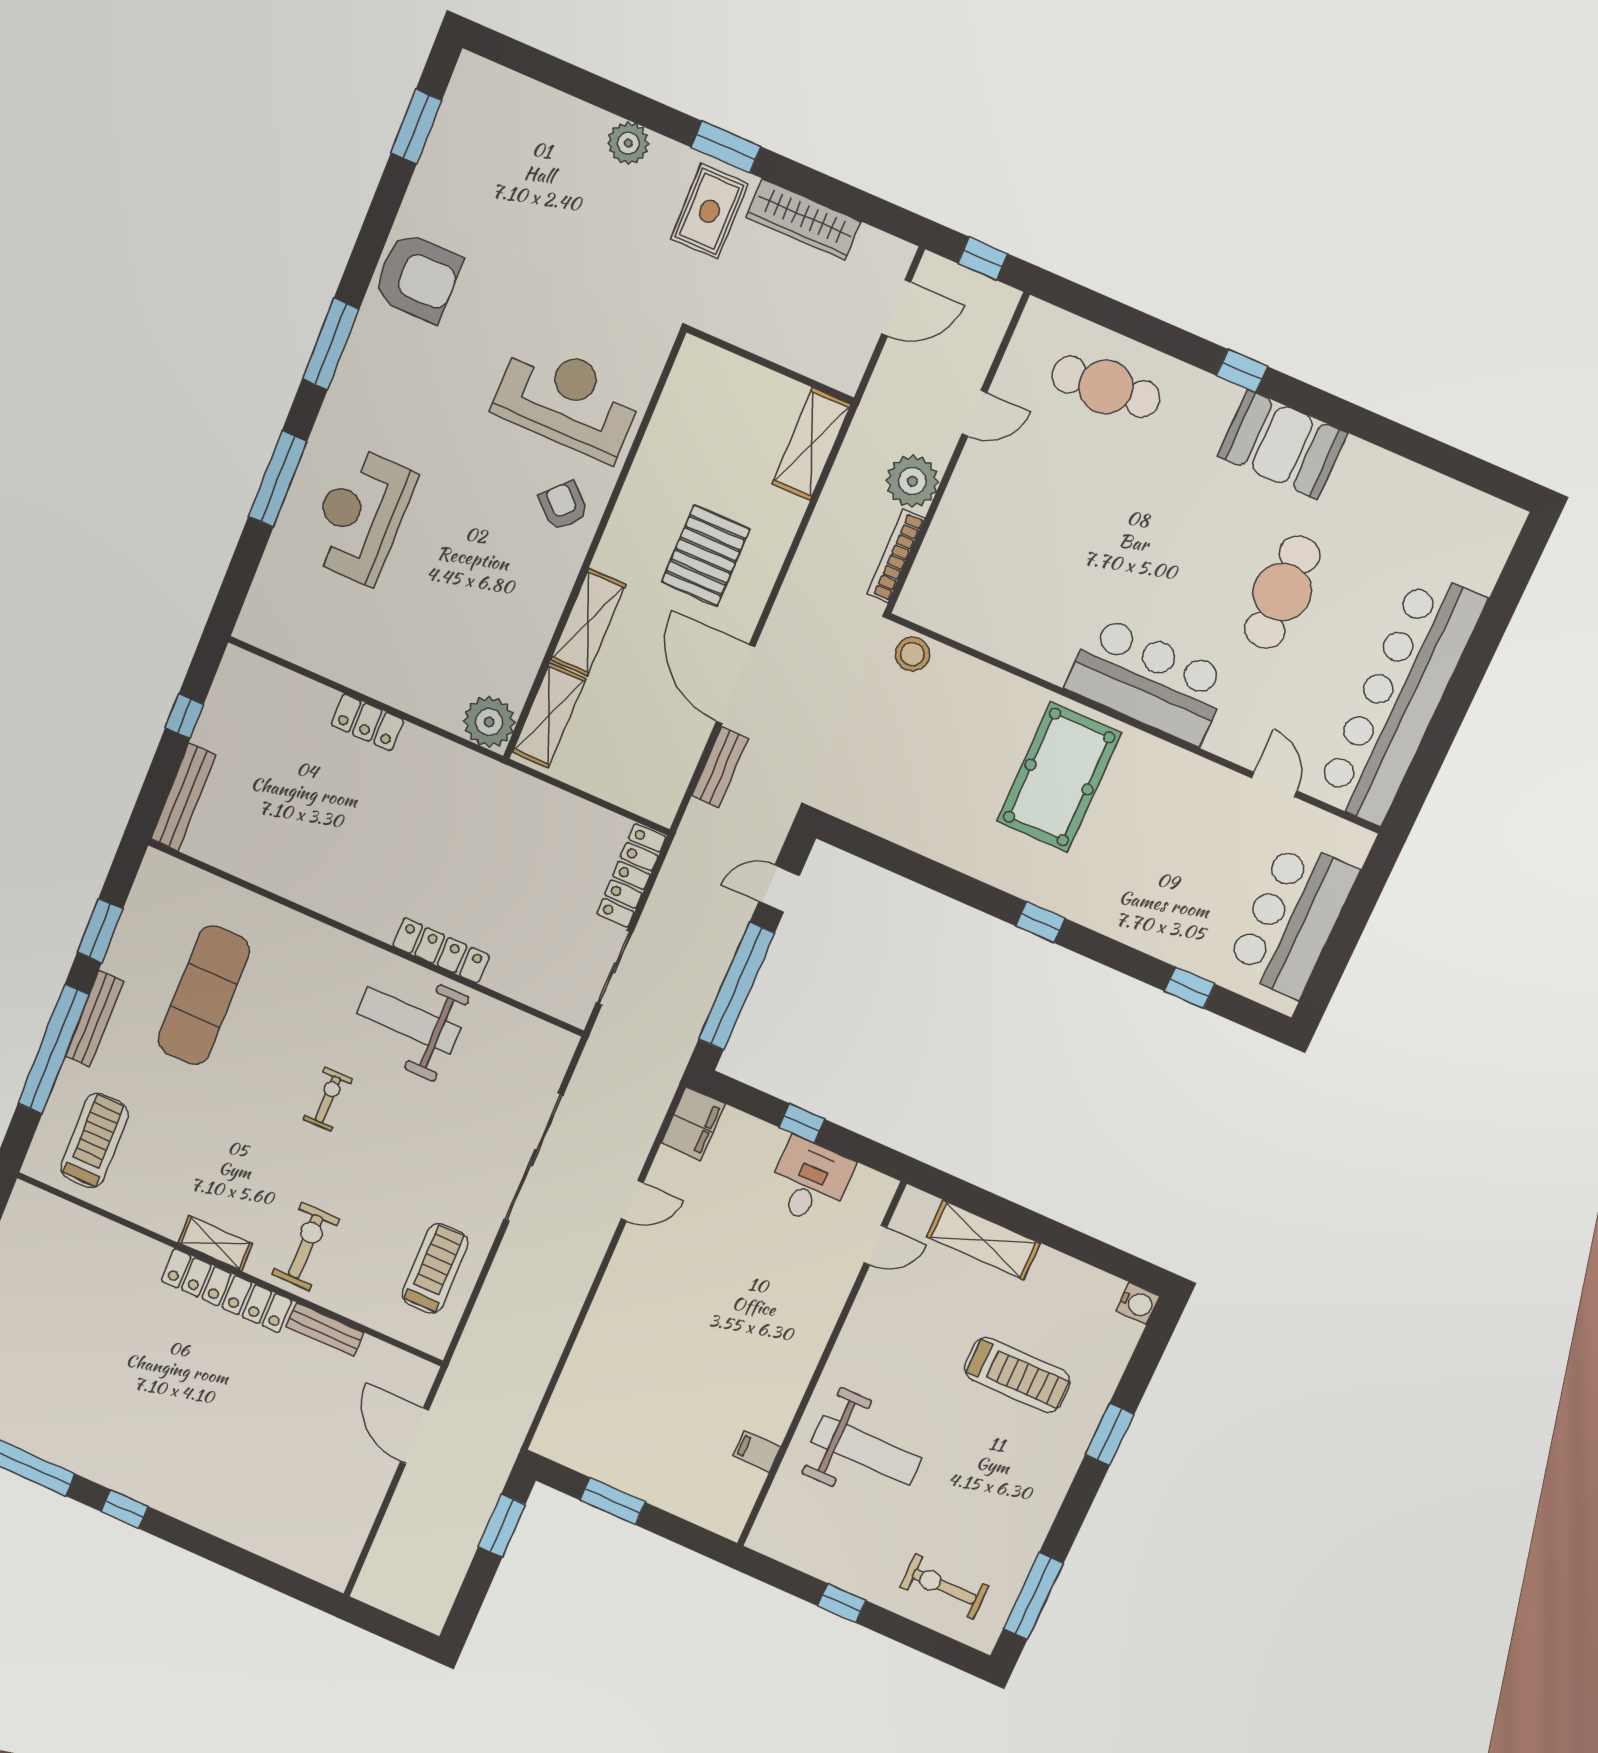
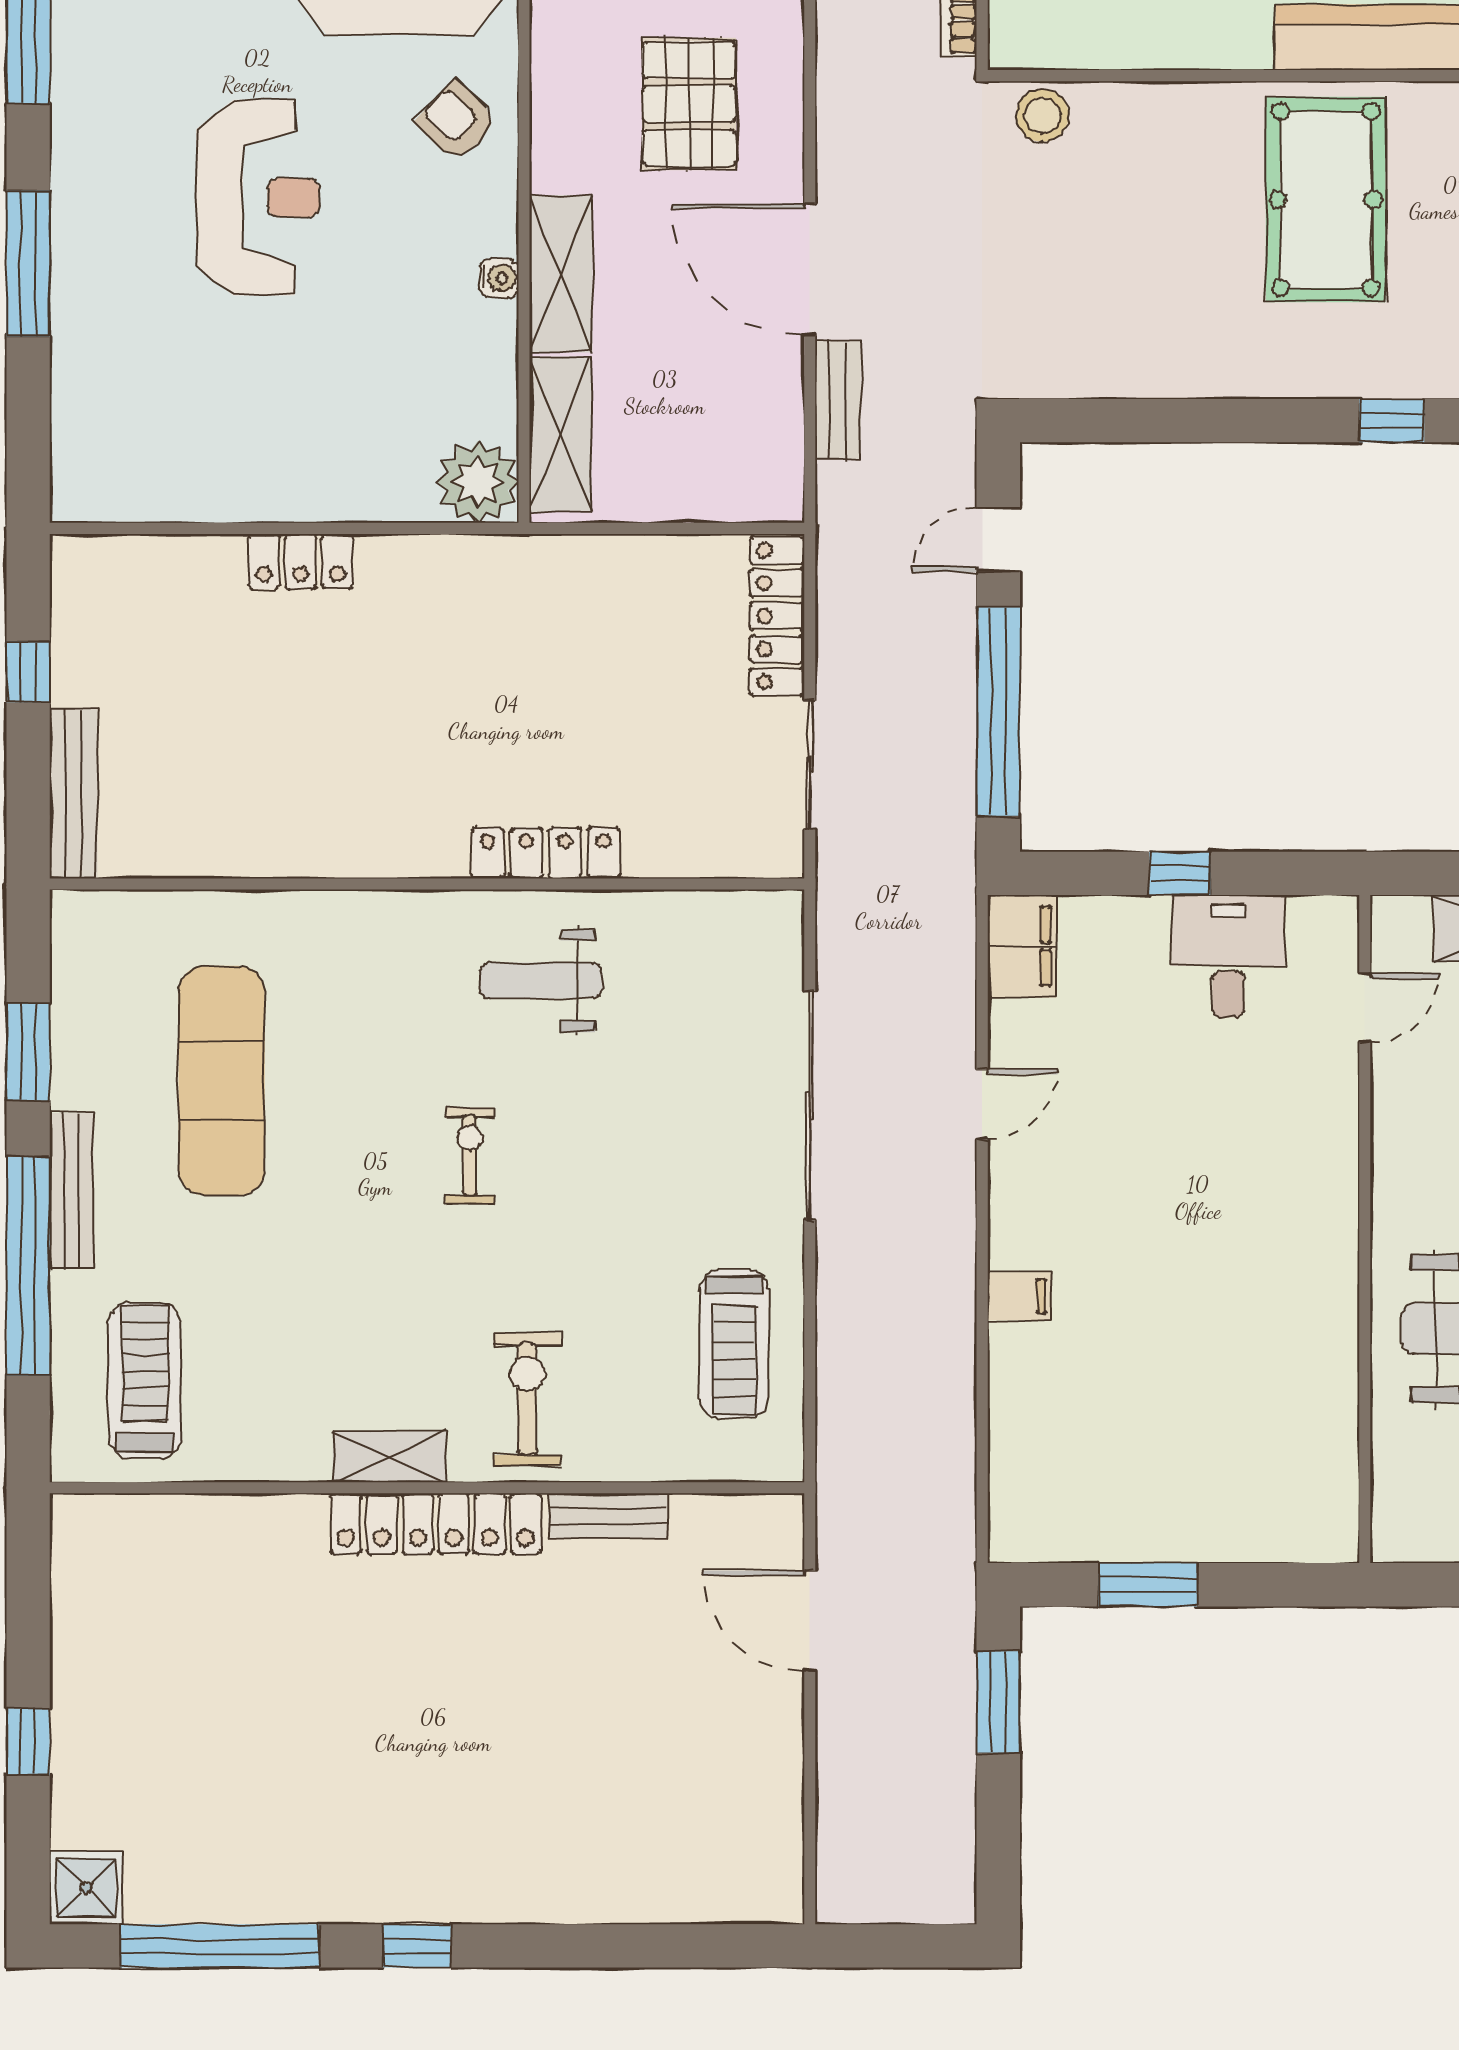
reception desk: (361, 516) -> (258, 198), moved, turned 180
water cooler: (551, 609) -> (499, 278), added
weight bench: (409, 1021) -> (541, 981), width x0.73, depth x0.75
treadmill: (435, 1269) -> (734, 1344), turned 180
filing cabinet: (757, 1451) -> (1019, 1296), moved, turned 180

